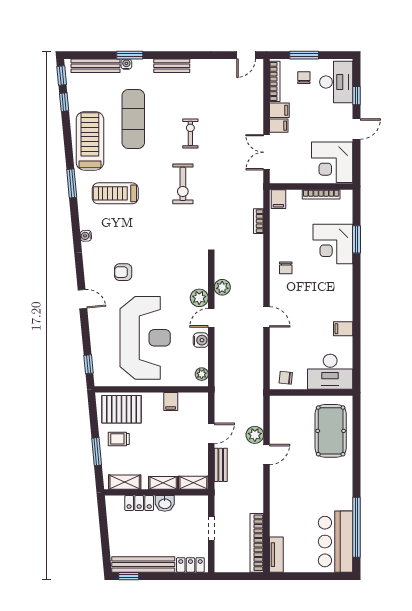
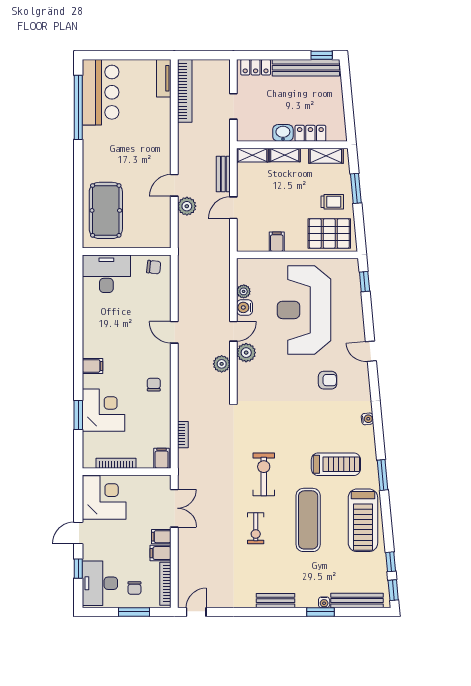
exercise mat: (133, 119) -> (308, 520), moved
filing cabinet: (343, 329) -> (93, 366), moved
plant: (202, 374) -> (244, 291), moved

